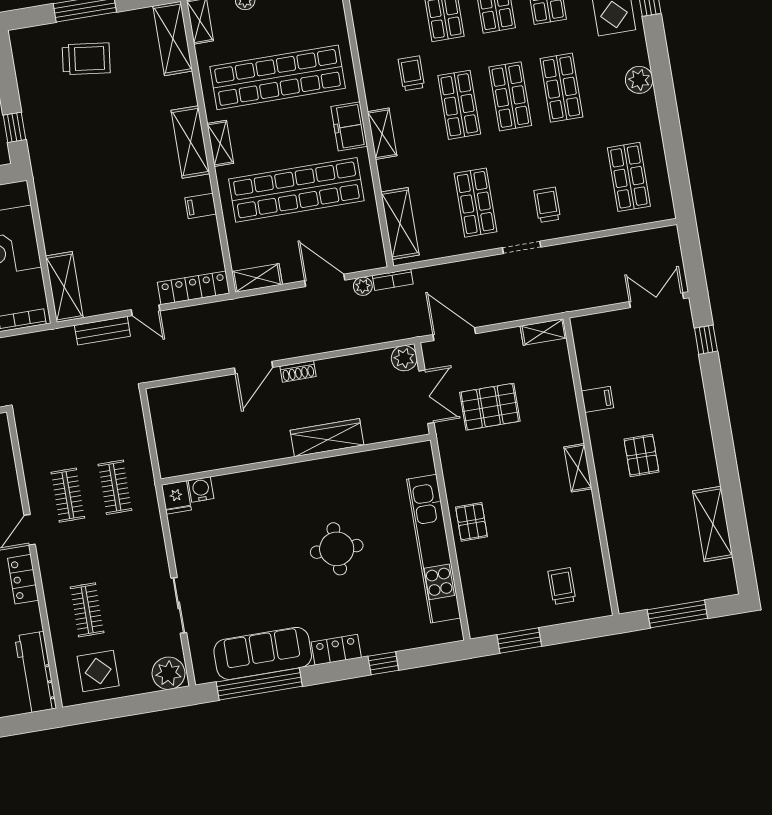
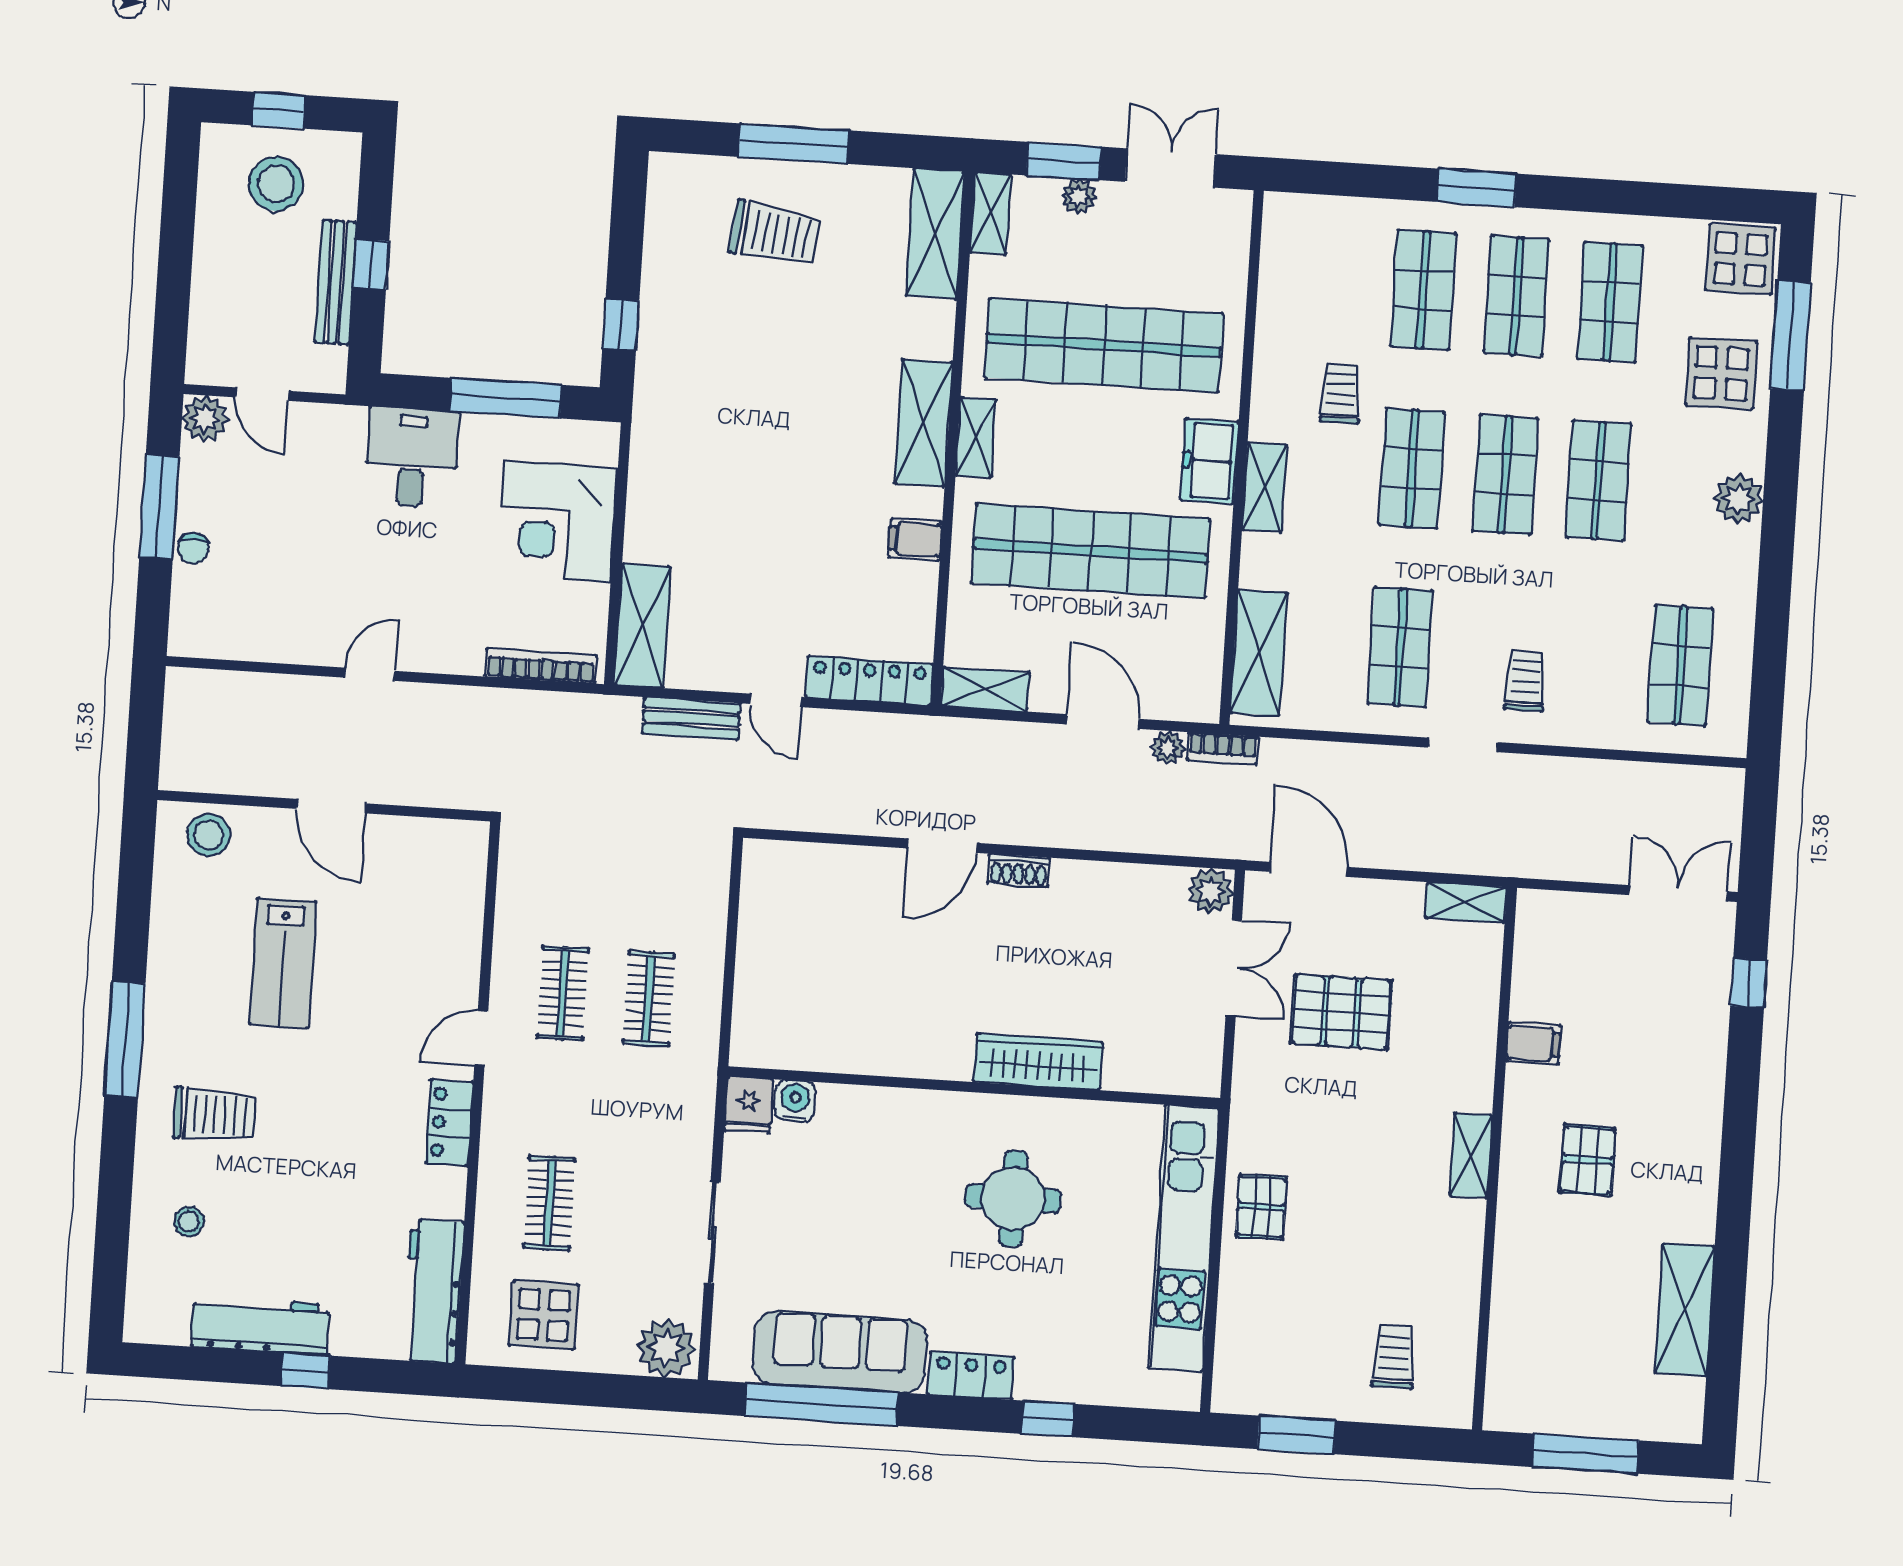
wardrobe: (327, 438) -> (1038, 1062), moved
wall: (296, 459) -> (974, 1087), moved
water cooler: (201, 489) -> (795, 1101), moved
fridge: (176, 497) -> (748, 1105), moved

